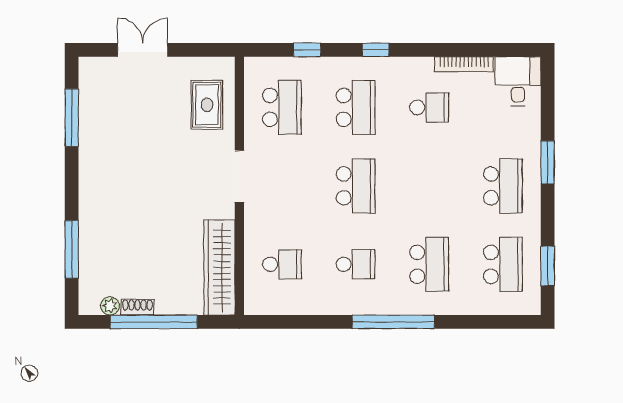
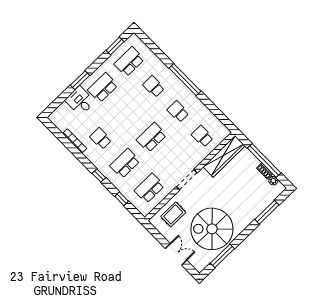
double door: (143, 50) -> (176, 254), swing flipped
desk: (518, 81) -> (80, 101), moved, turned 90
spiral stairs: (128, 142) -> (212, 229), added
school desk: (429, 264) -> (154, 87), width x0.54

